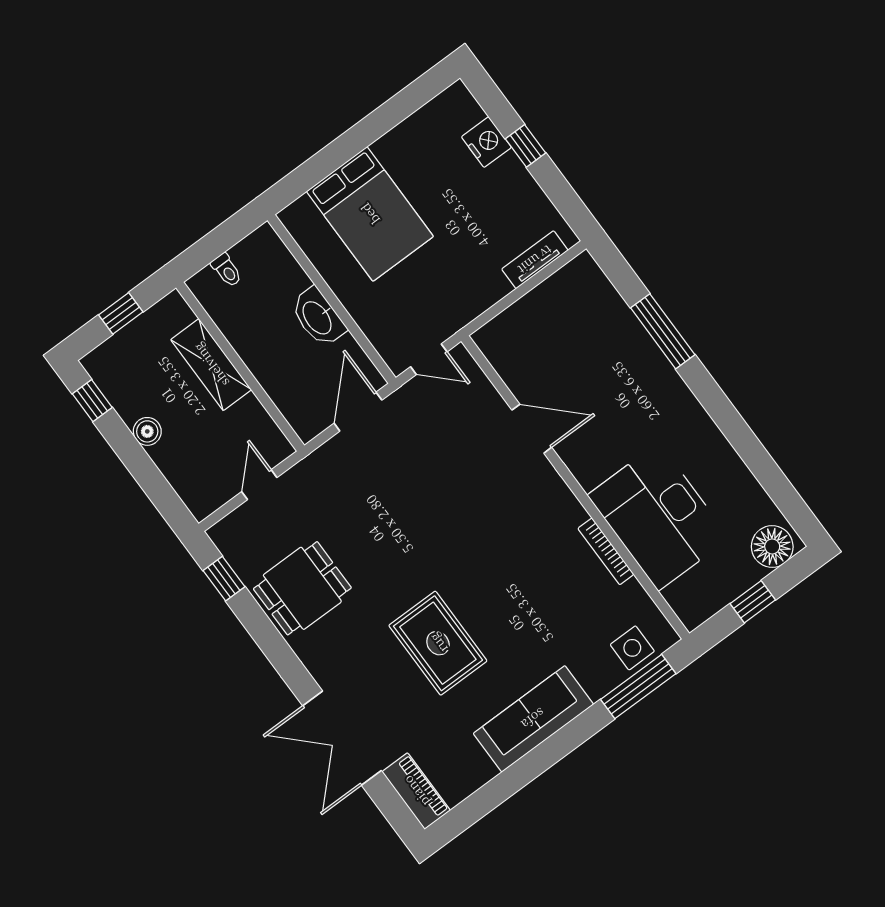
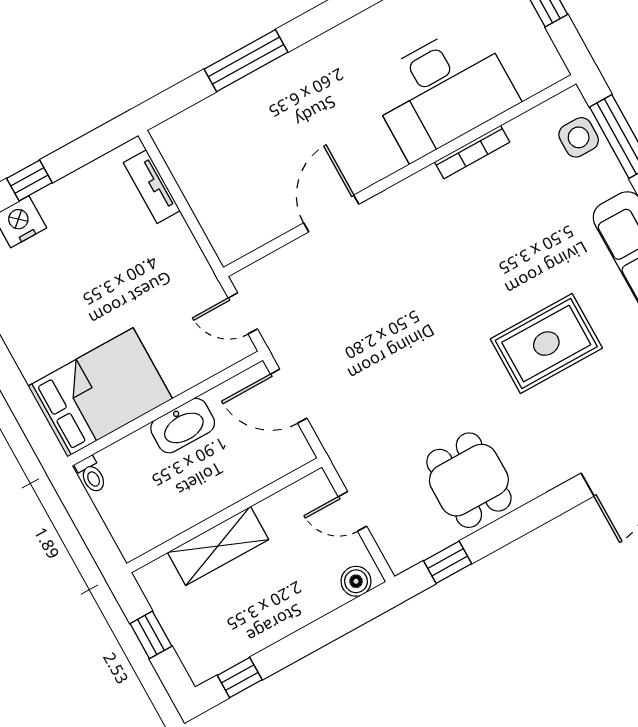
bed: (370, 214) -> (100, 392), moved
toilet: (227, 270) -> (91, 475), moved, turned 90
door: (429, 359) -> (243, 313), swing flipped
boiler: (147, 431) -> (356, 581), moved

